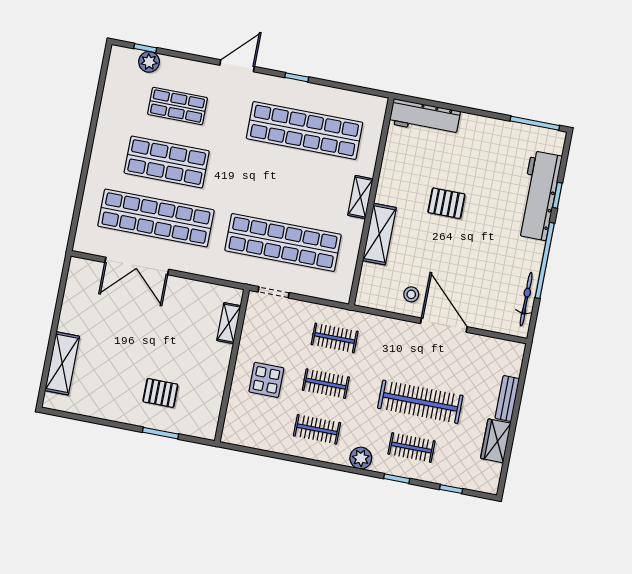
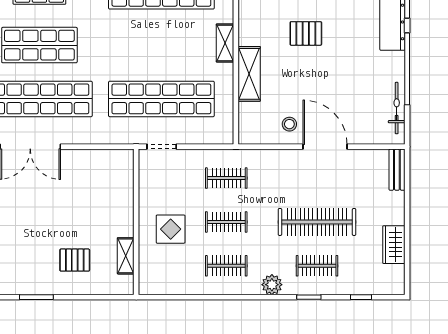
shelving: (229, 323) -> (126, 256), moved
bench: (507, 399) -> (397, 170), moved
window: (160, 433) -> (36, 297), moved

